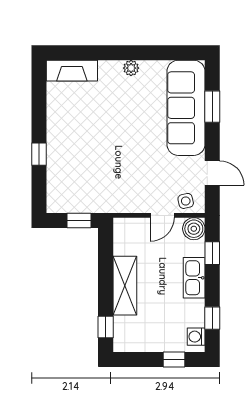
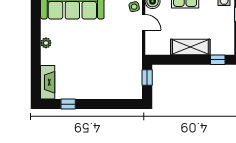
window: (39, 154) -> (68, 104), moved

